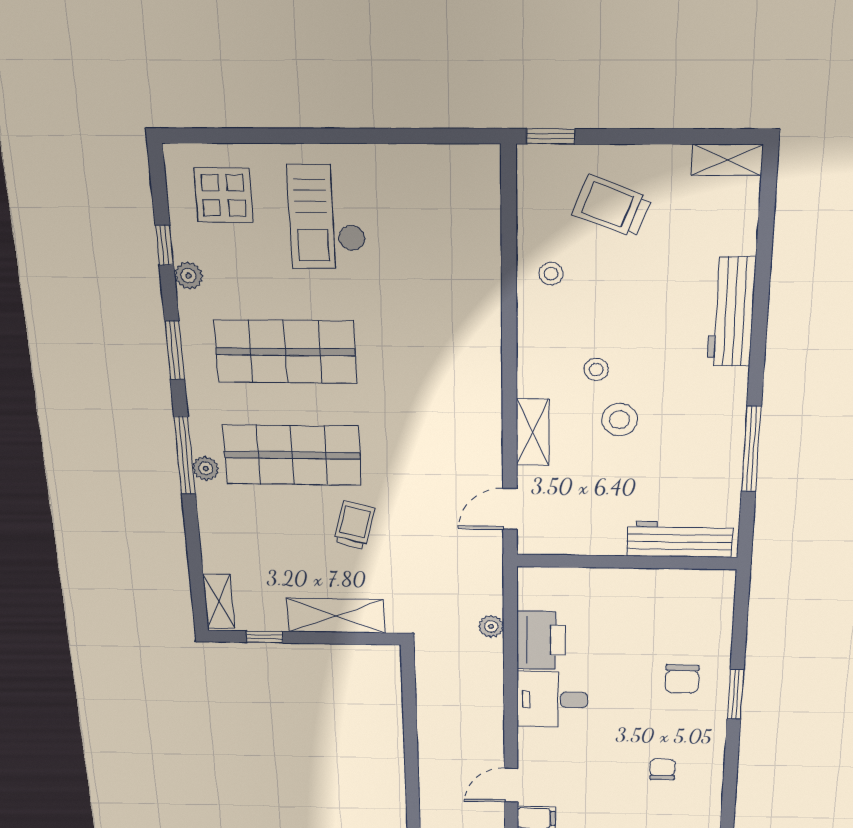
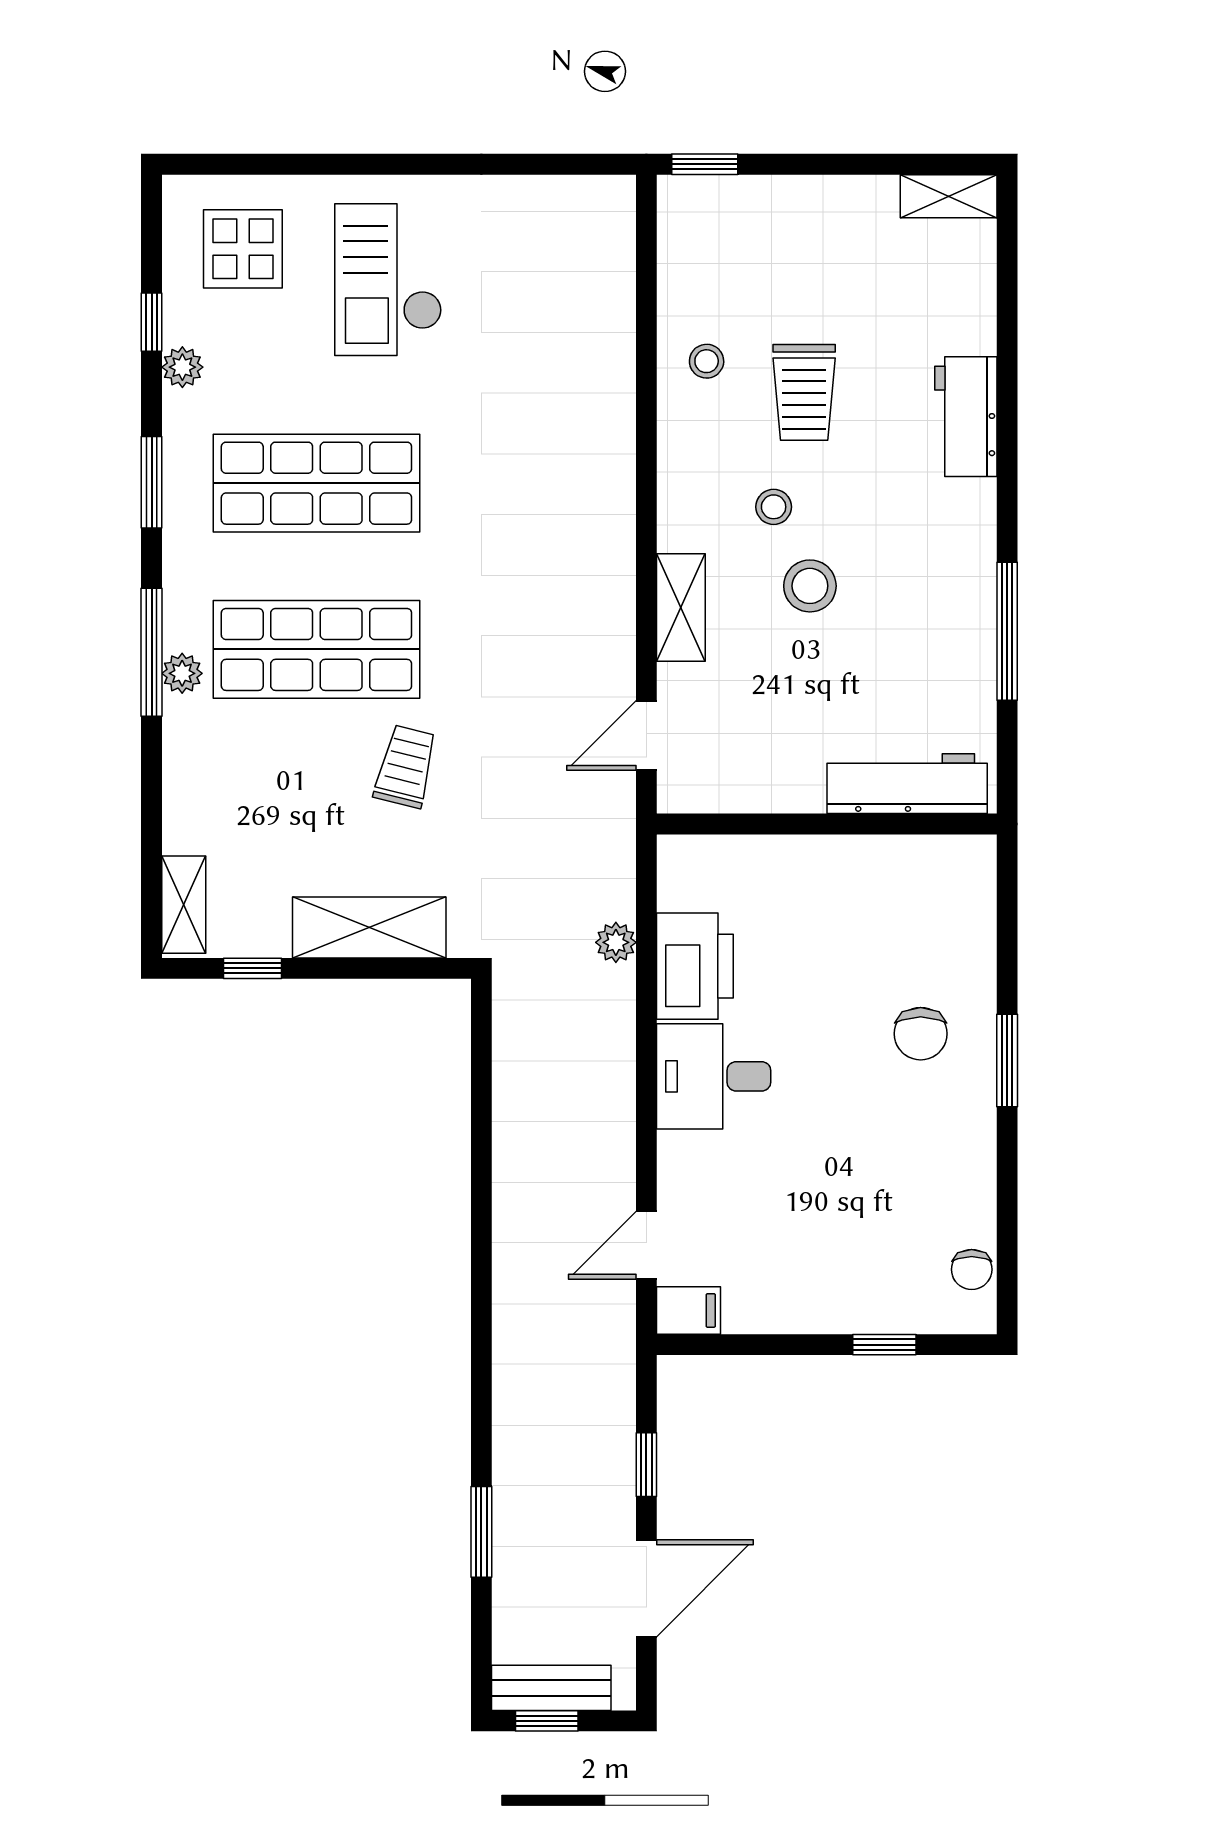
trolley: (612, 206) -> (804, 392), moved, turned -111
workbench: (731, 312) -> (966, 417), width x0.73
chair: (662, 769) -> (972, 1269), moved, turned 180

